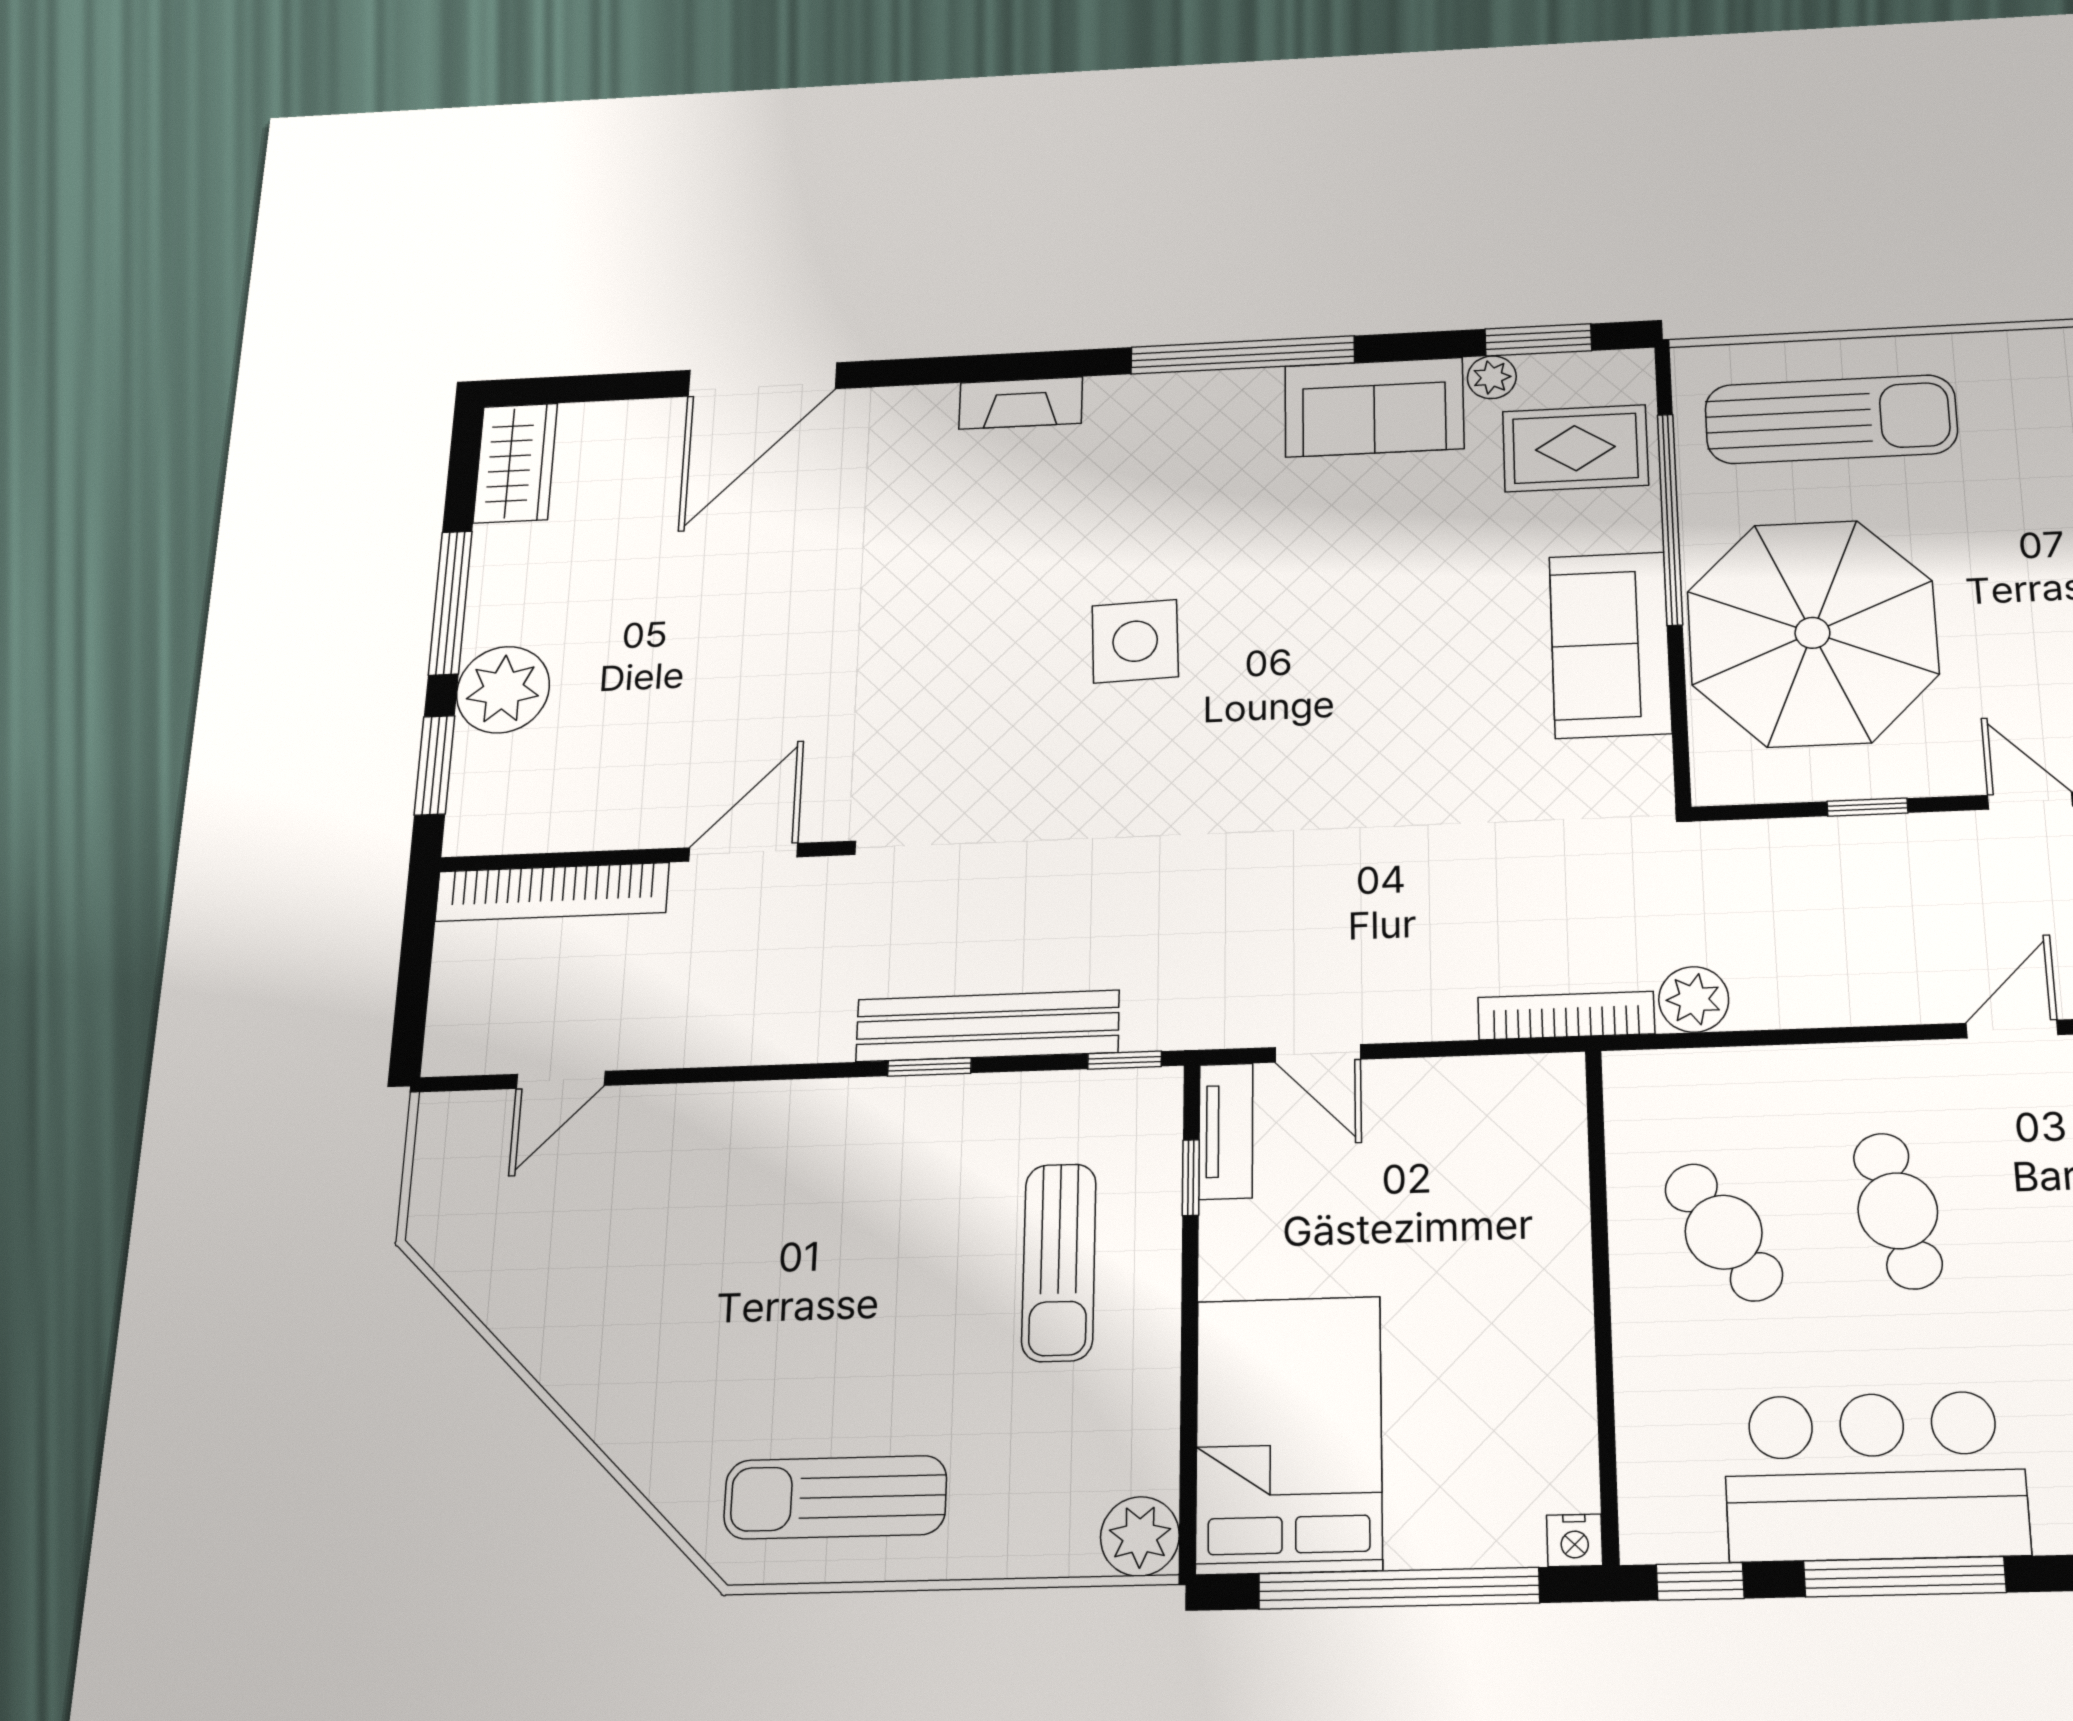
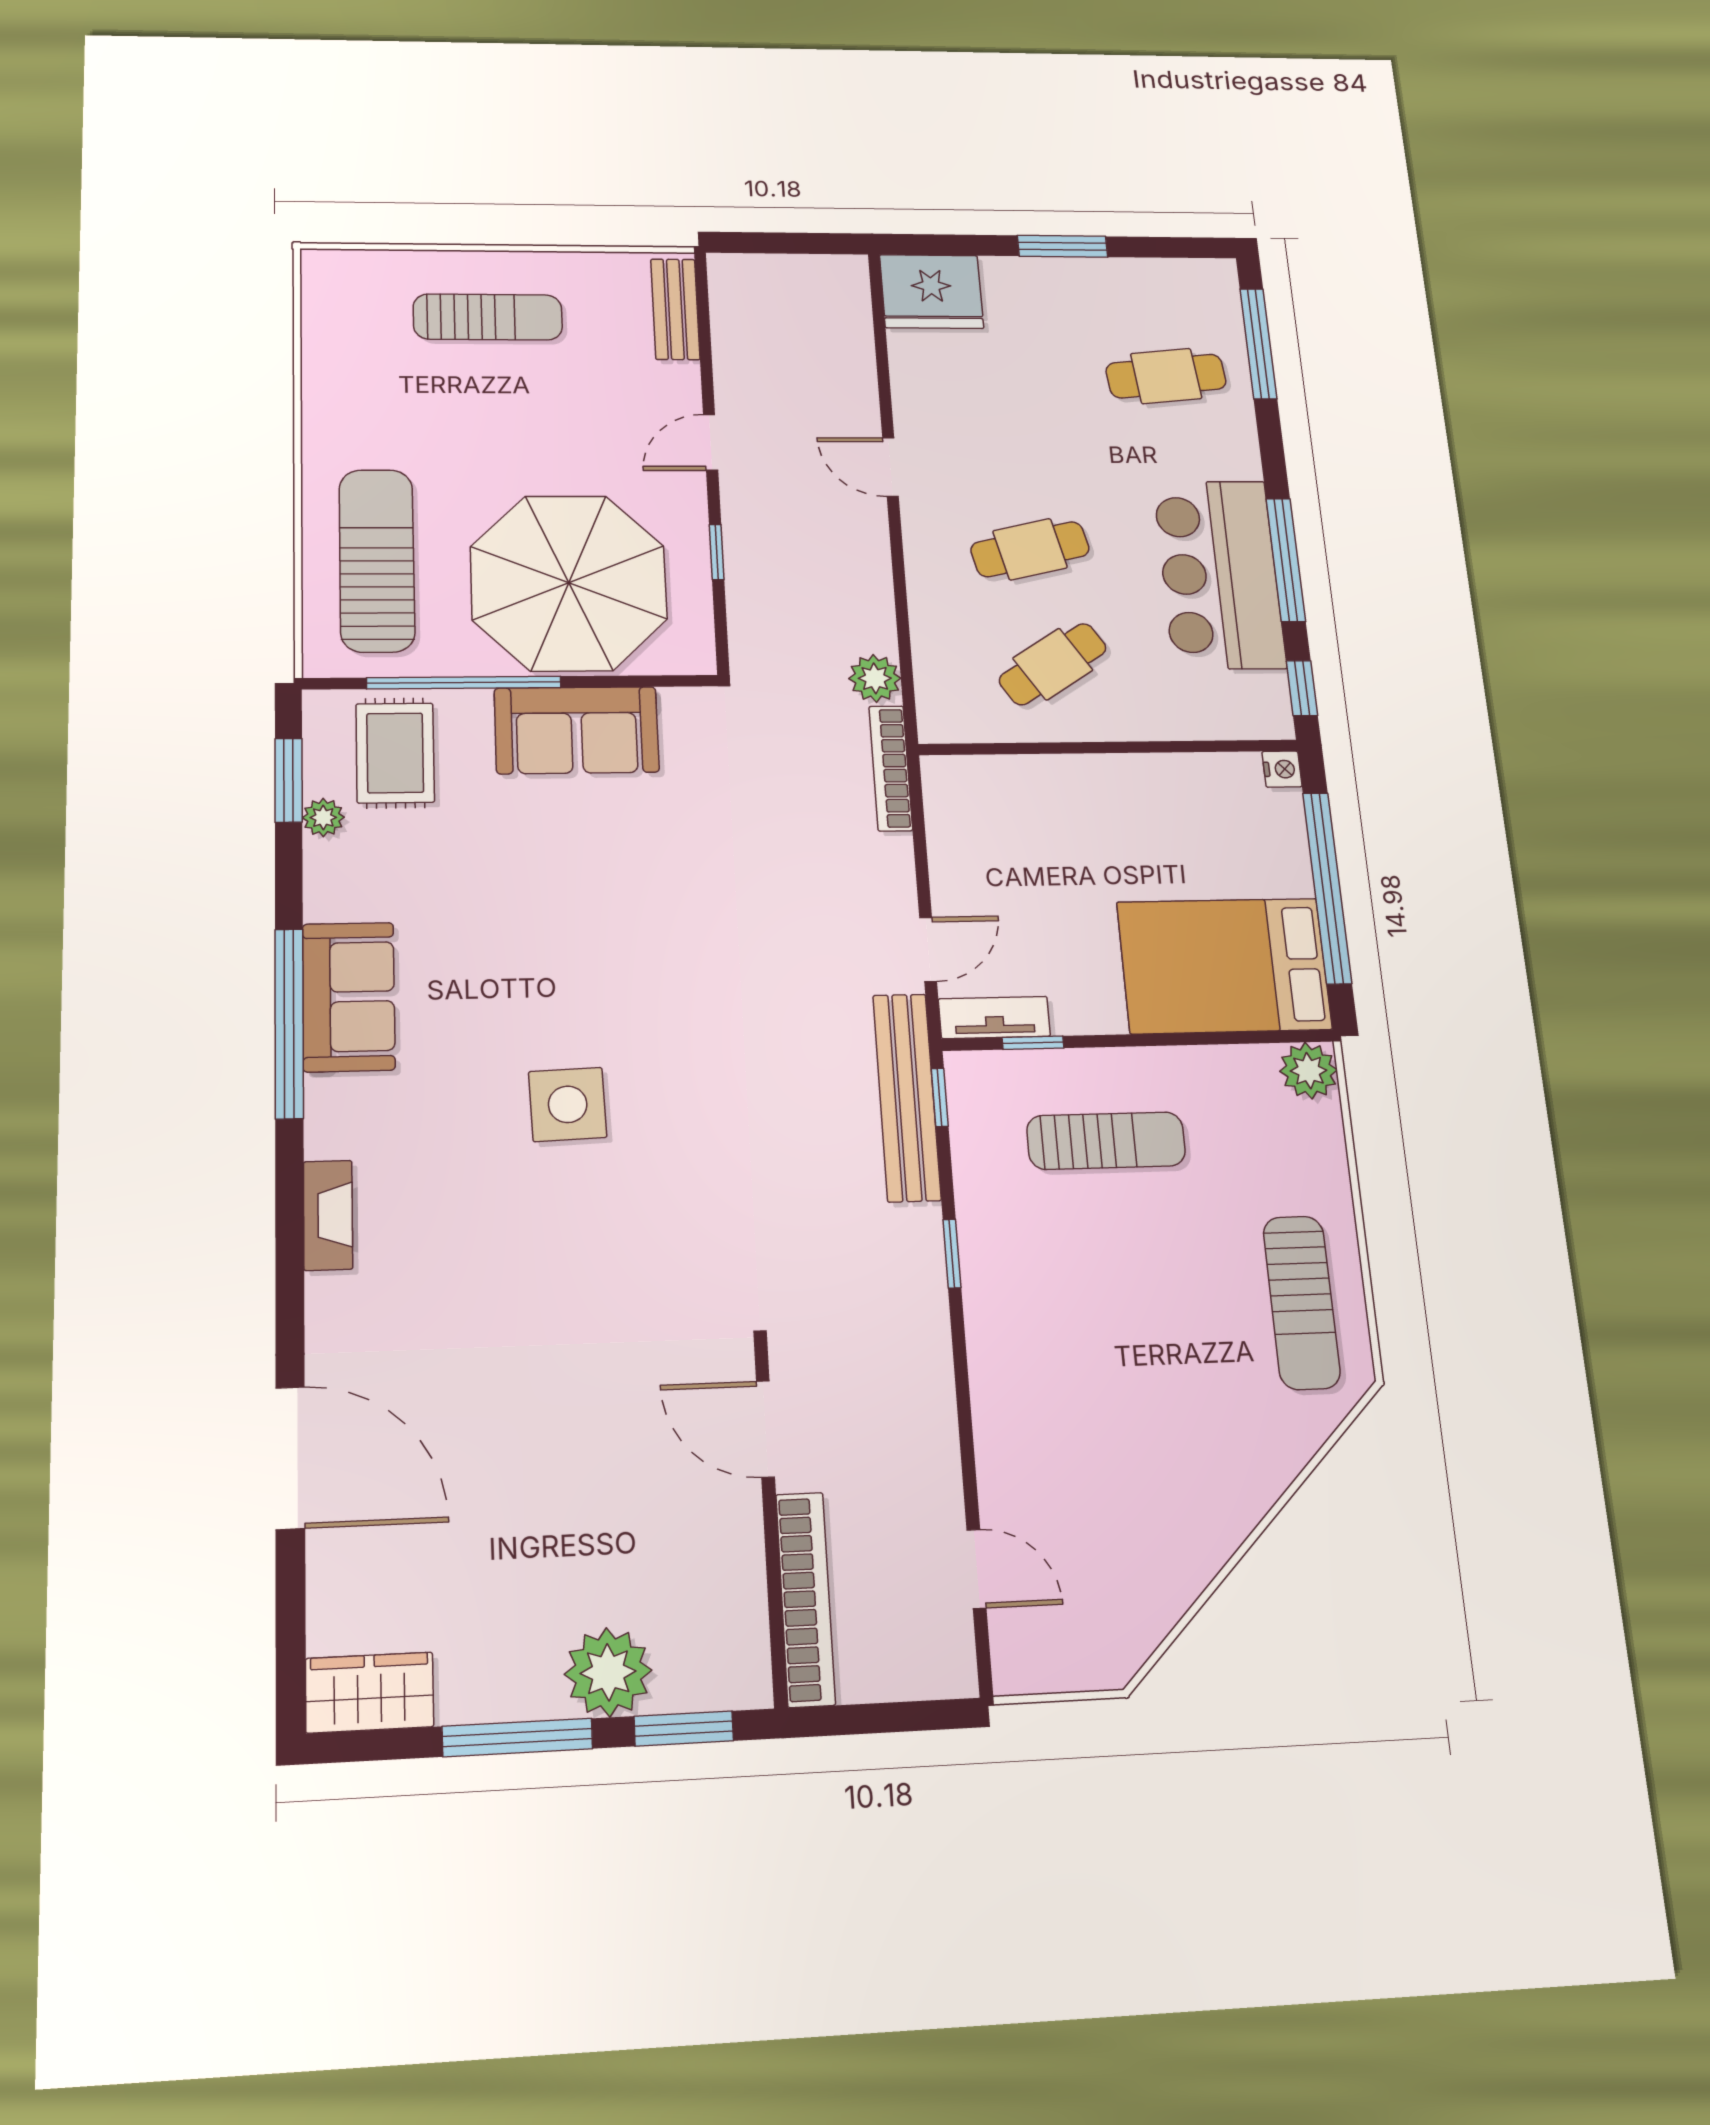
sofa: (1374, 407) -> (349, 997), moved
bench: (988, 1026) -> (907, 1097), moved

